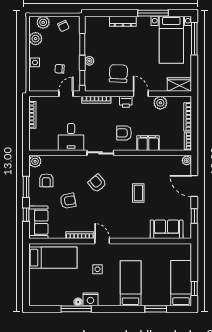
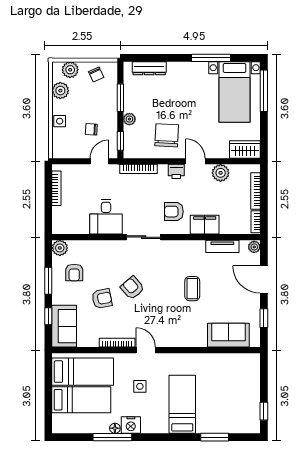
dresser: (123, 21) -> (149, 68), moved
tv unit: (162, 160) -> (222, 246), added
armchair: (97, 183) -> (132, 288), moved
bed: (181, 283) -> (81, 400), moved, turned 90

